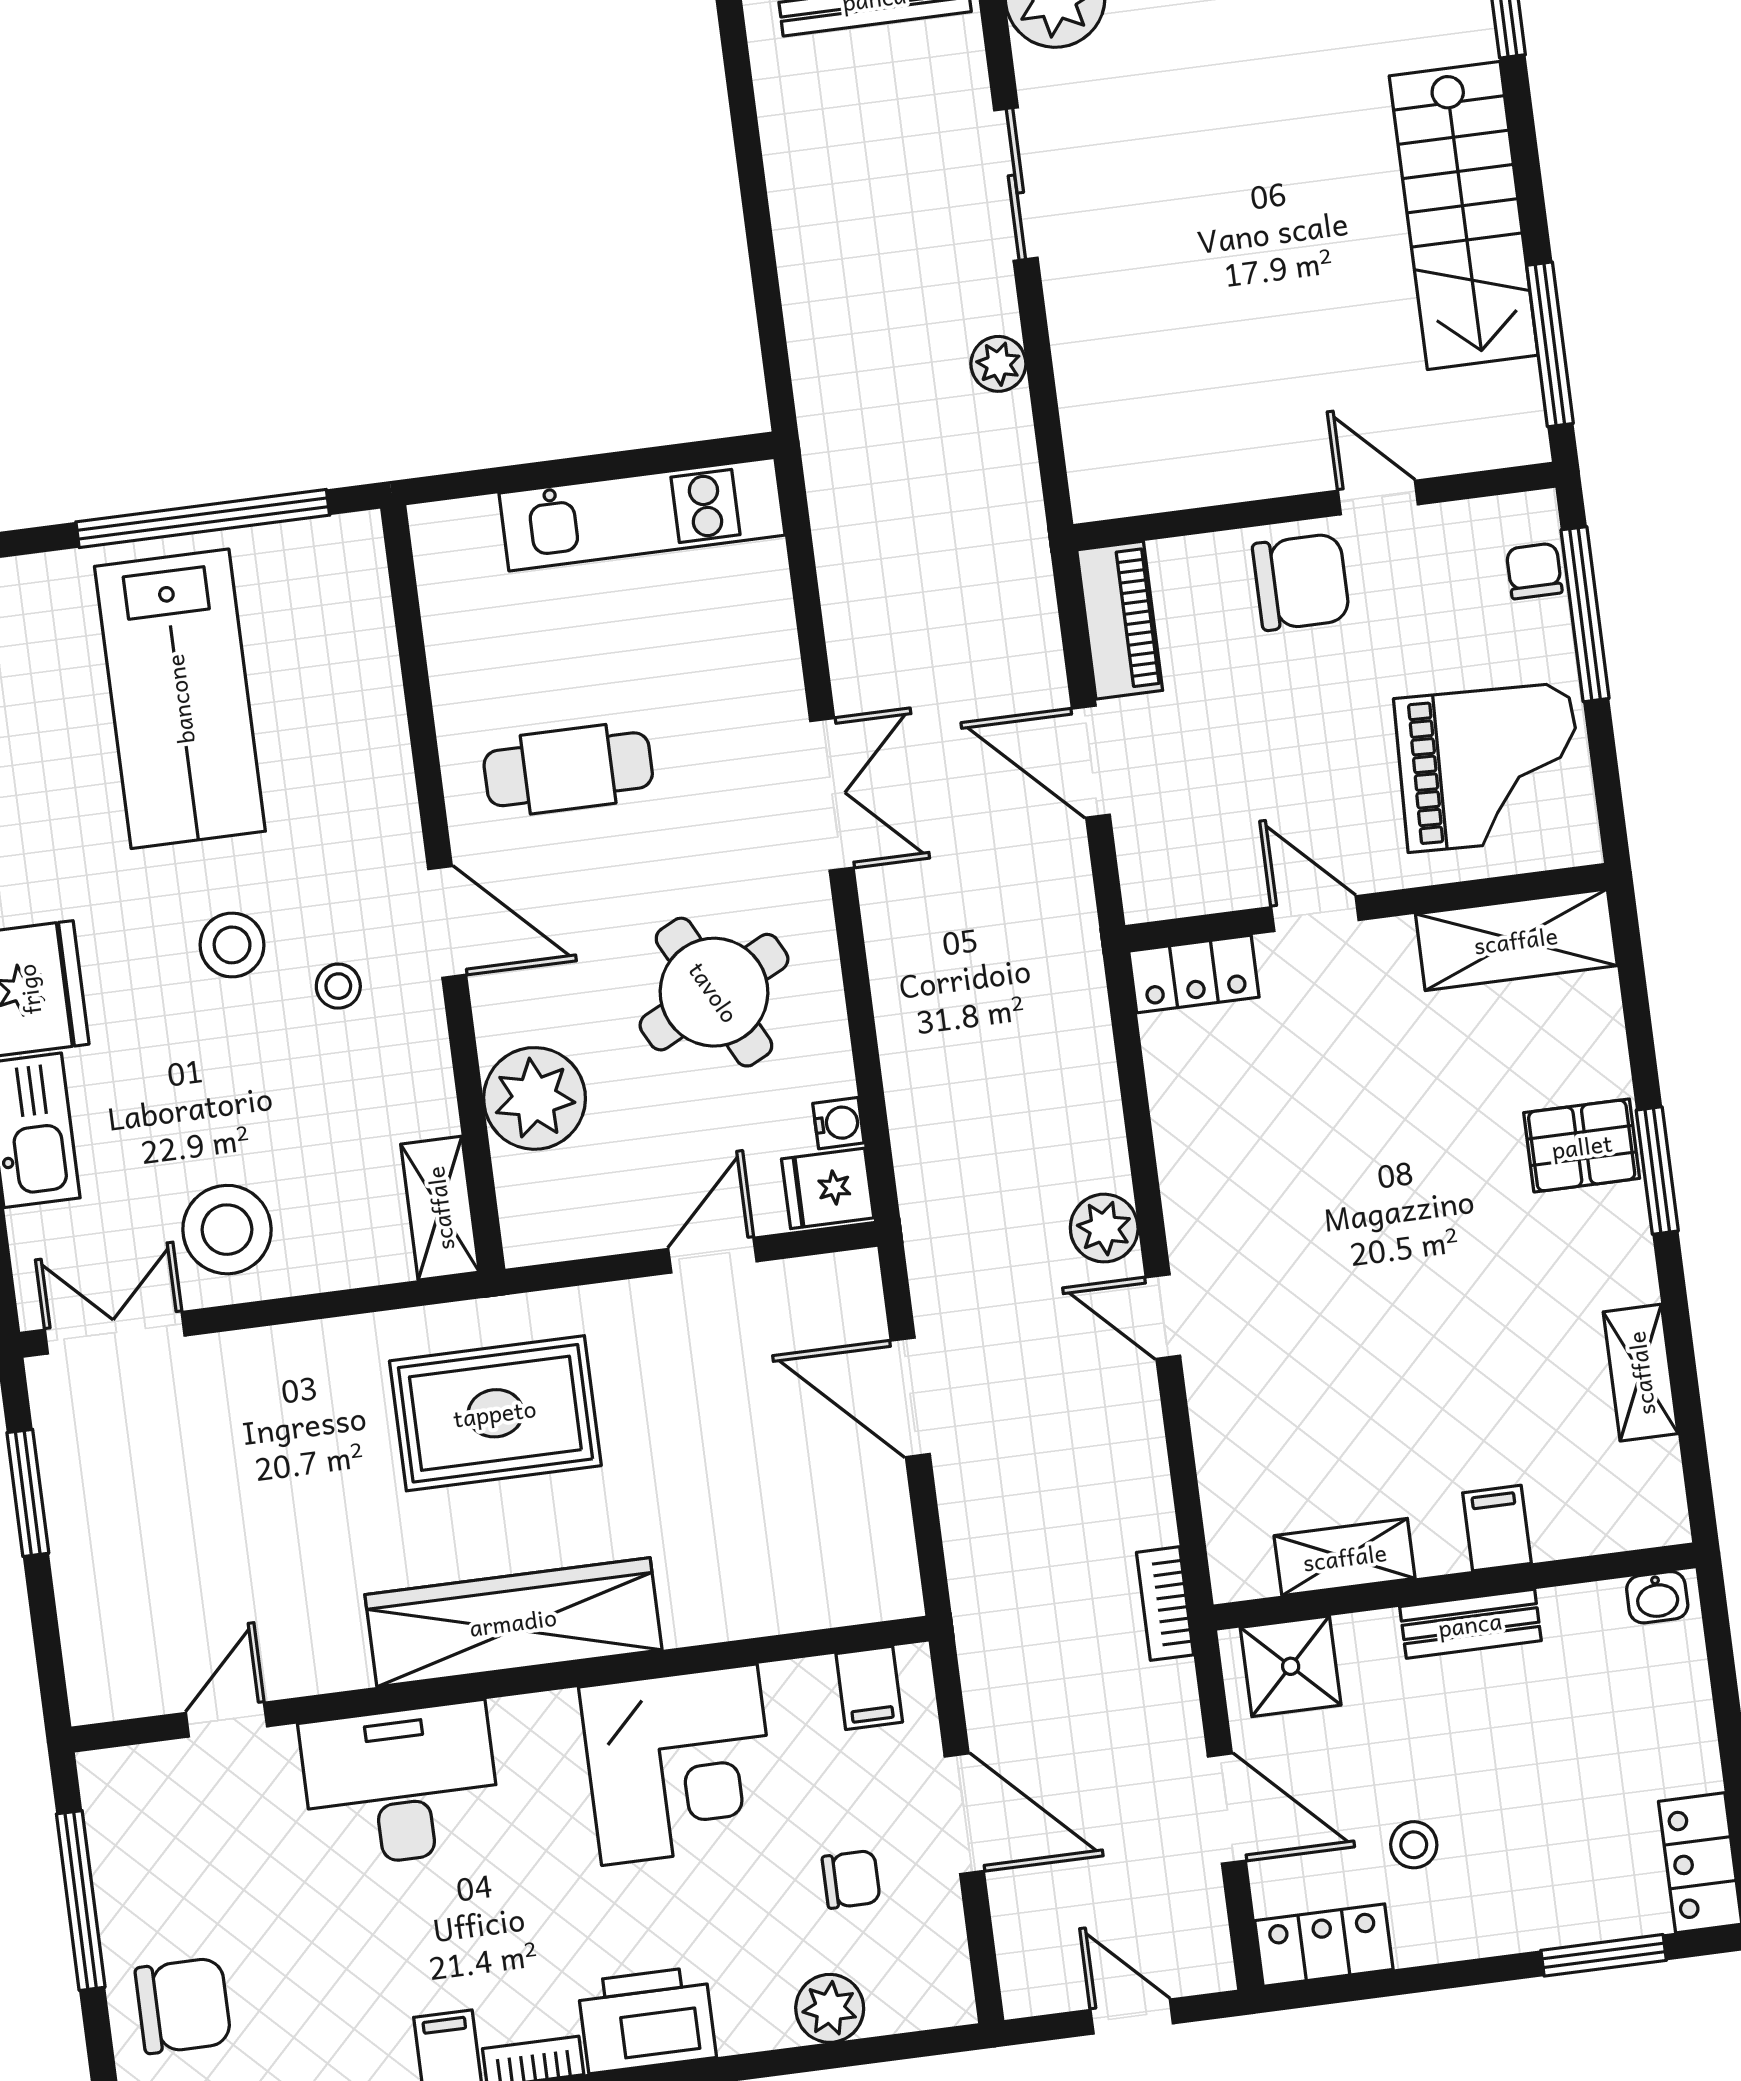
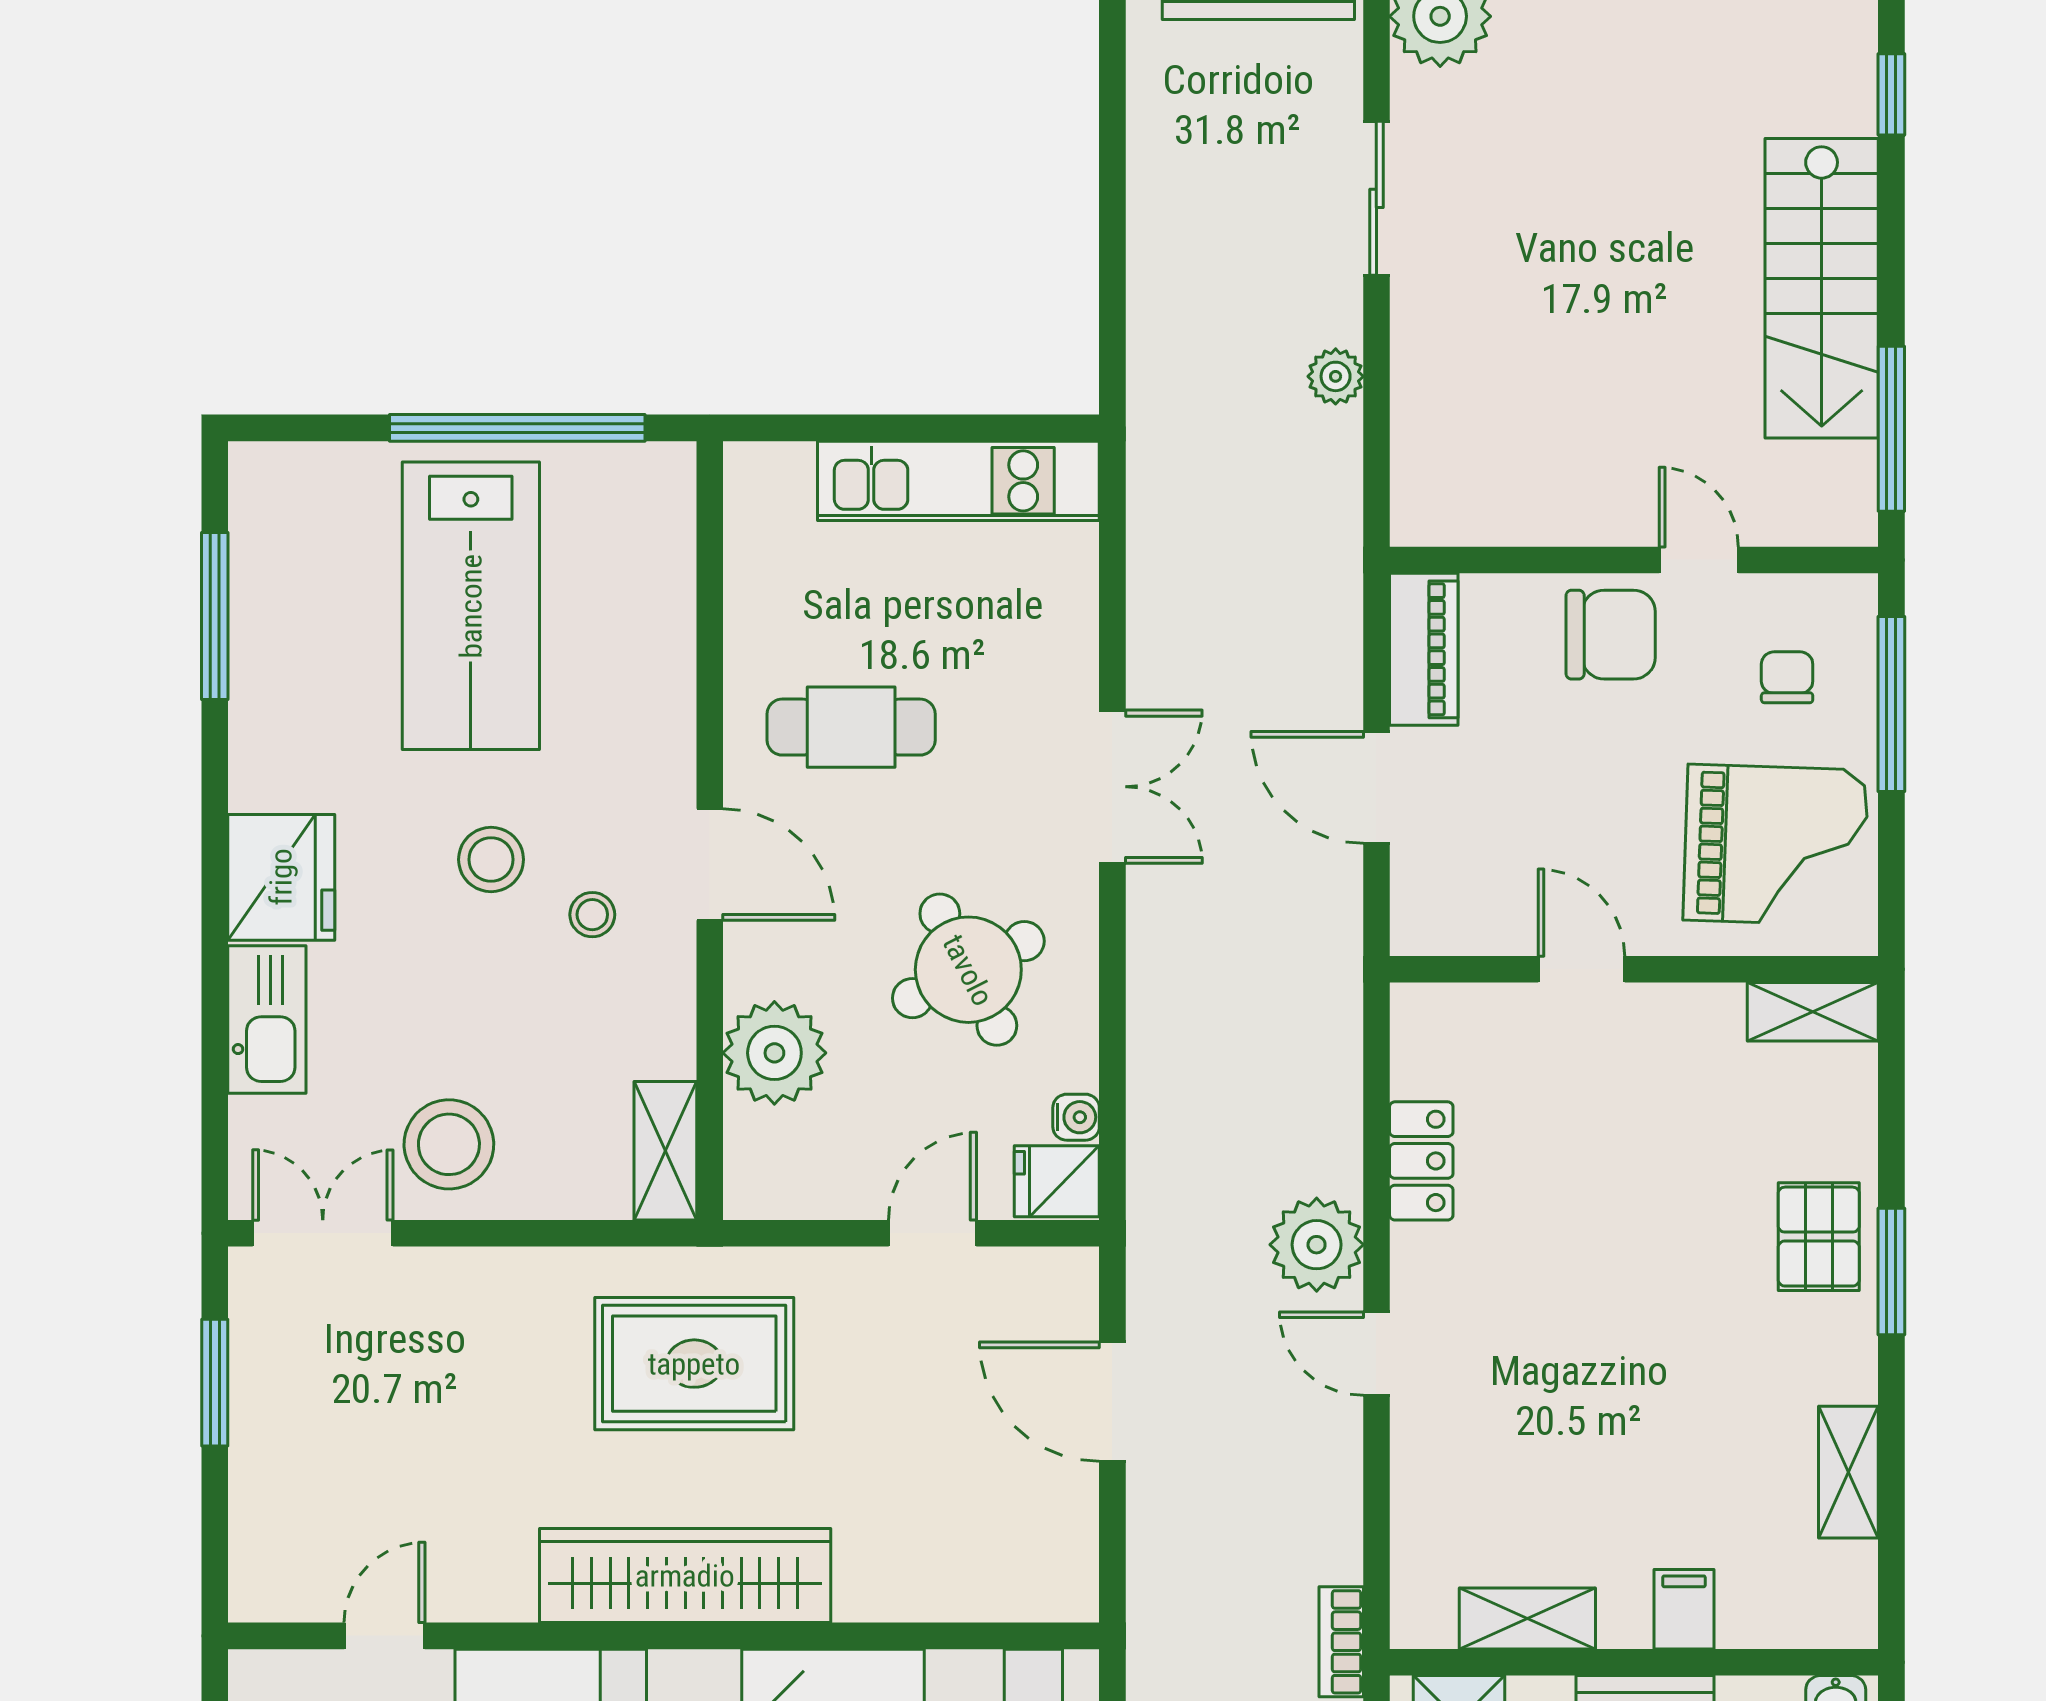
chair: (1534, 571) -> (1787, 677), moved
shelving: (1516, 940) -> (1813, 1012), width x0.67, depth x0.75
locker: (1194, 974) -> (1421, 1161), moved, turned -90
pallet: (1582, 1146) -> (1819, 1237), turned 90
plant: (1104, 1228) -> (1317, 1245), width x1.36, depth x1.36

